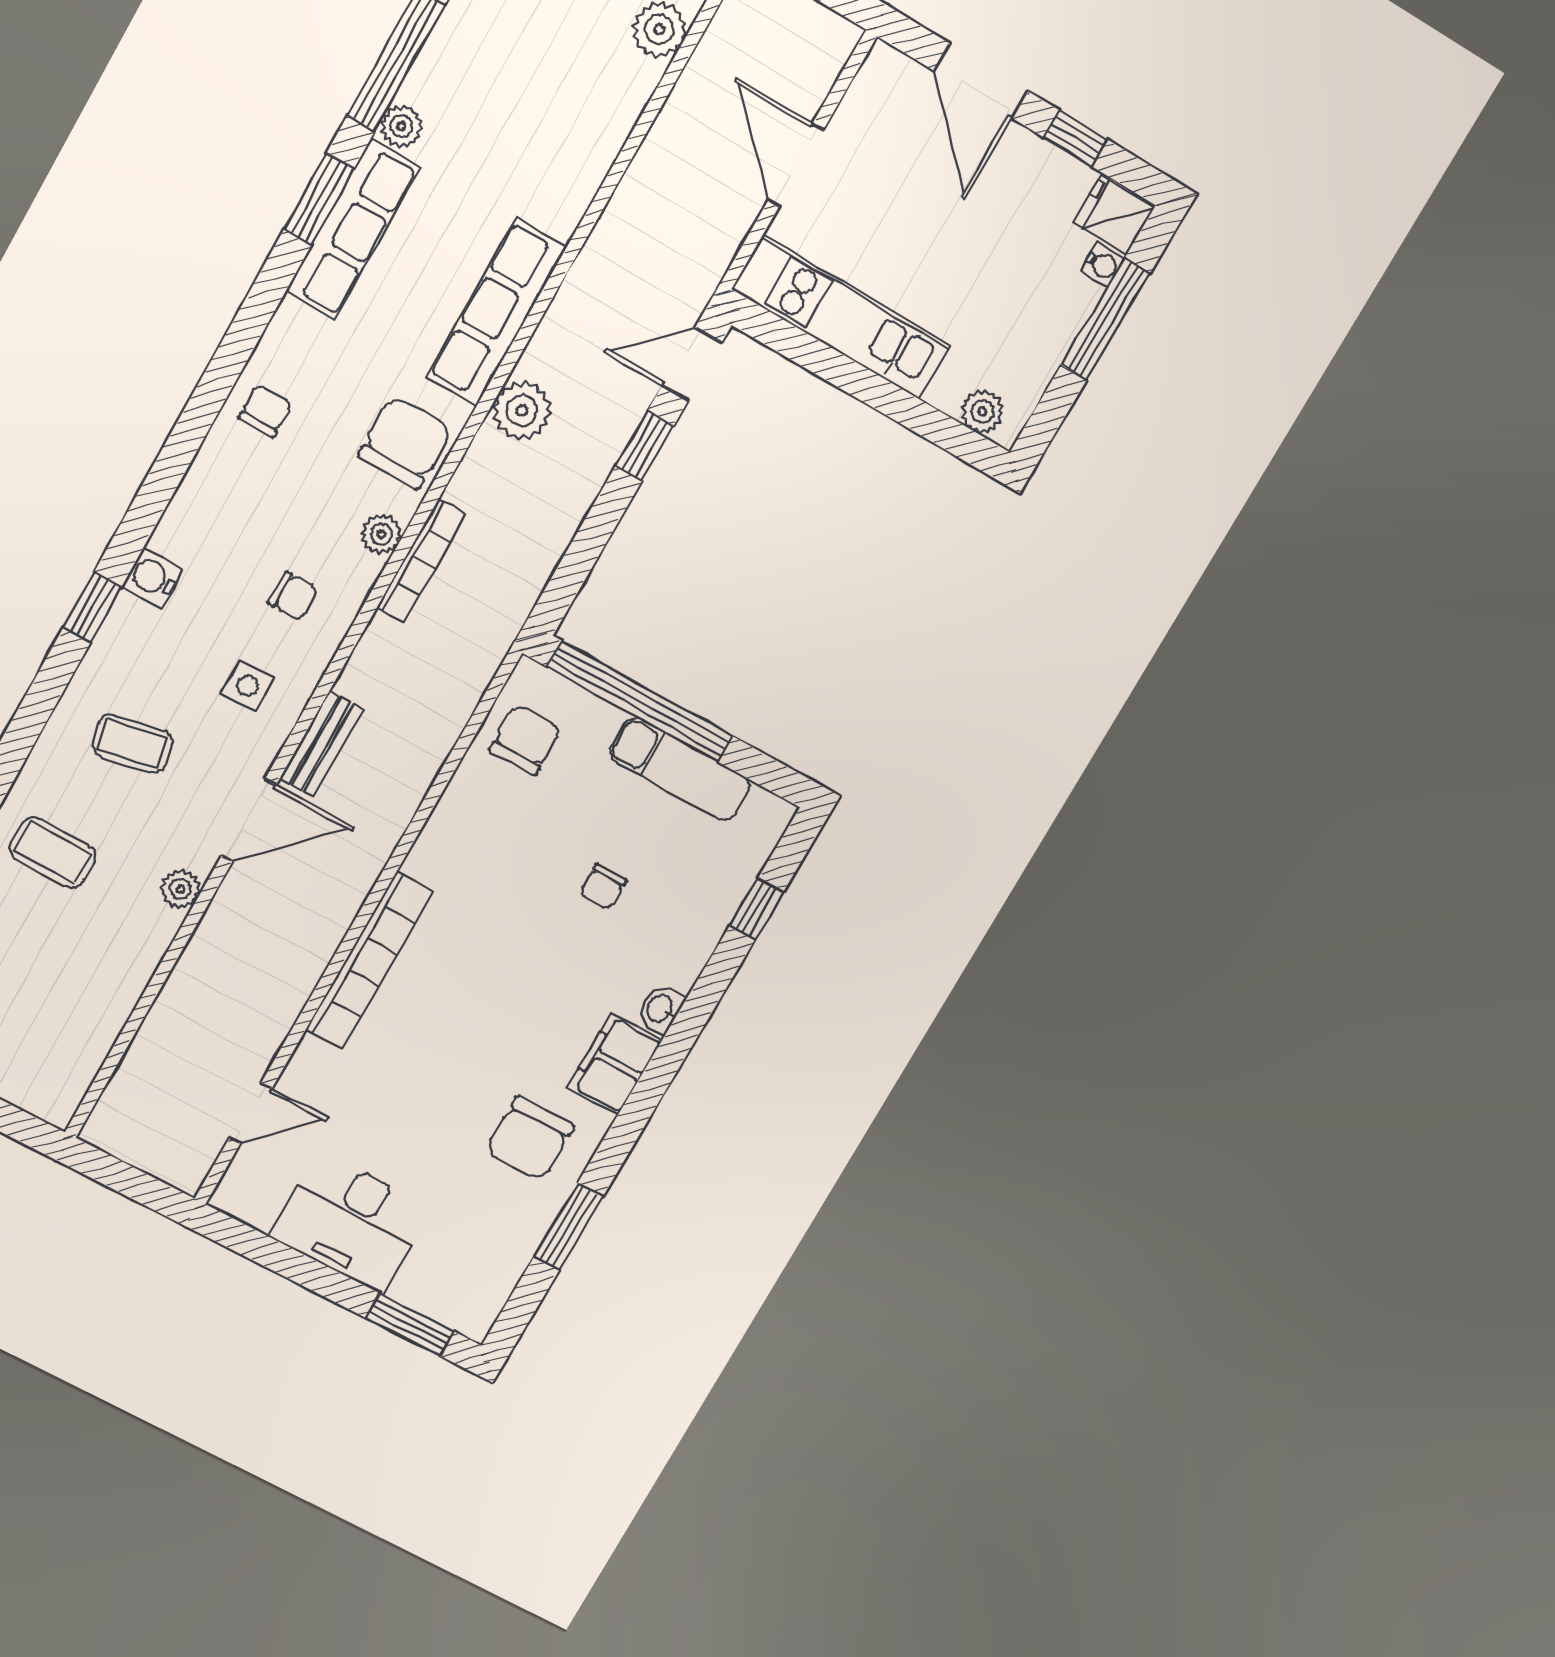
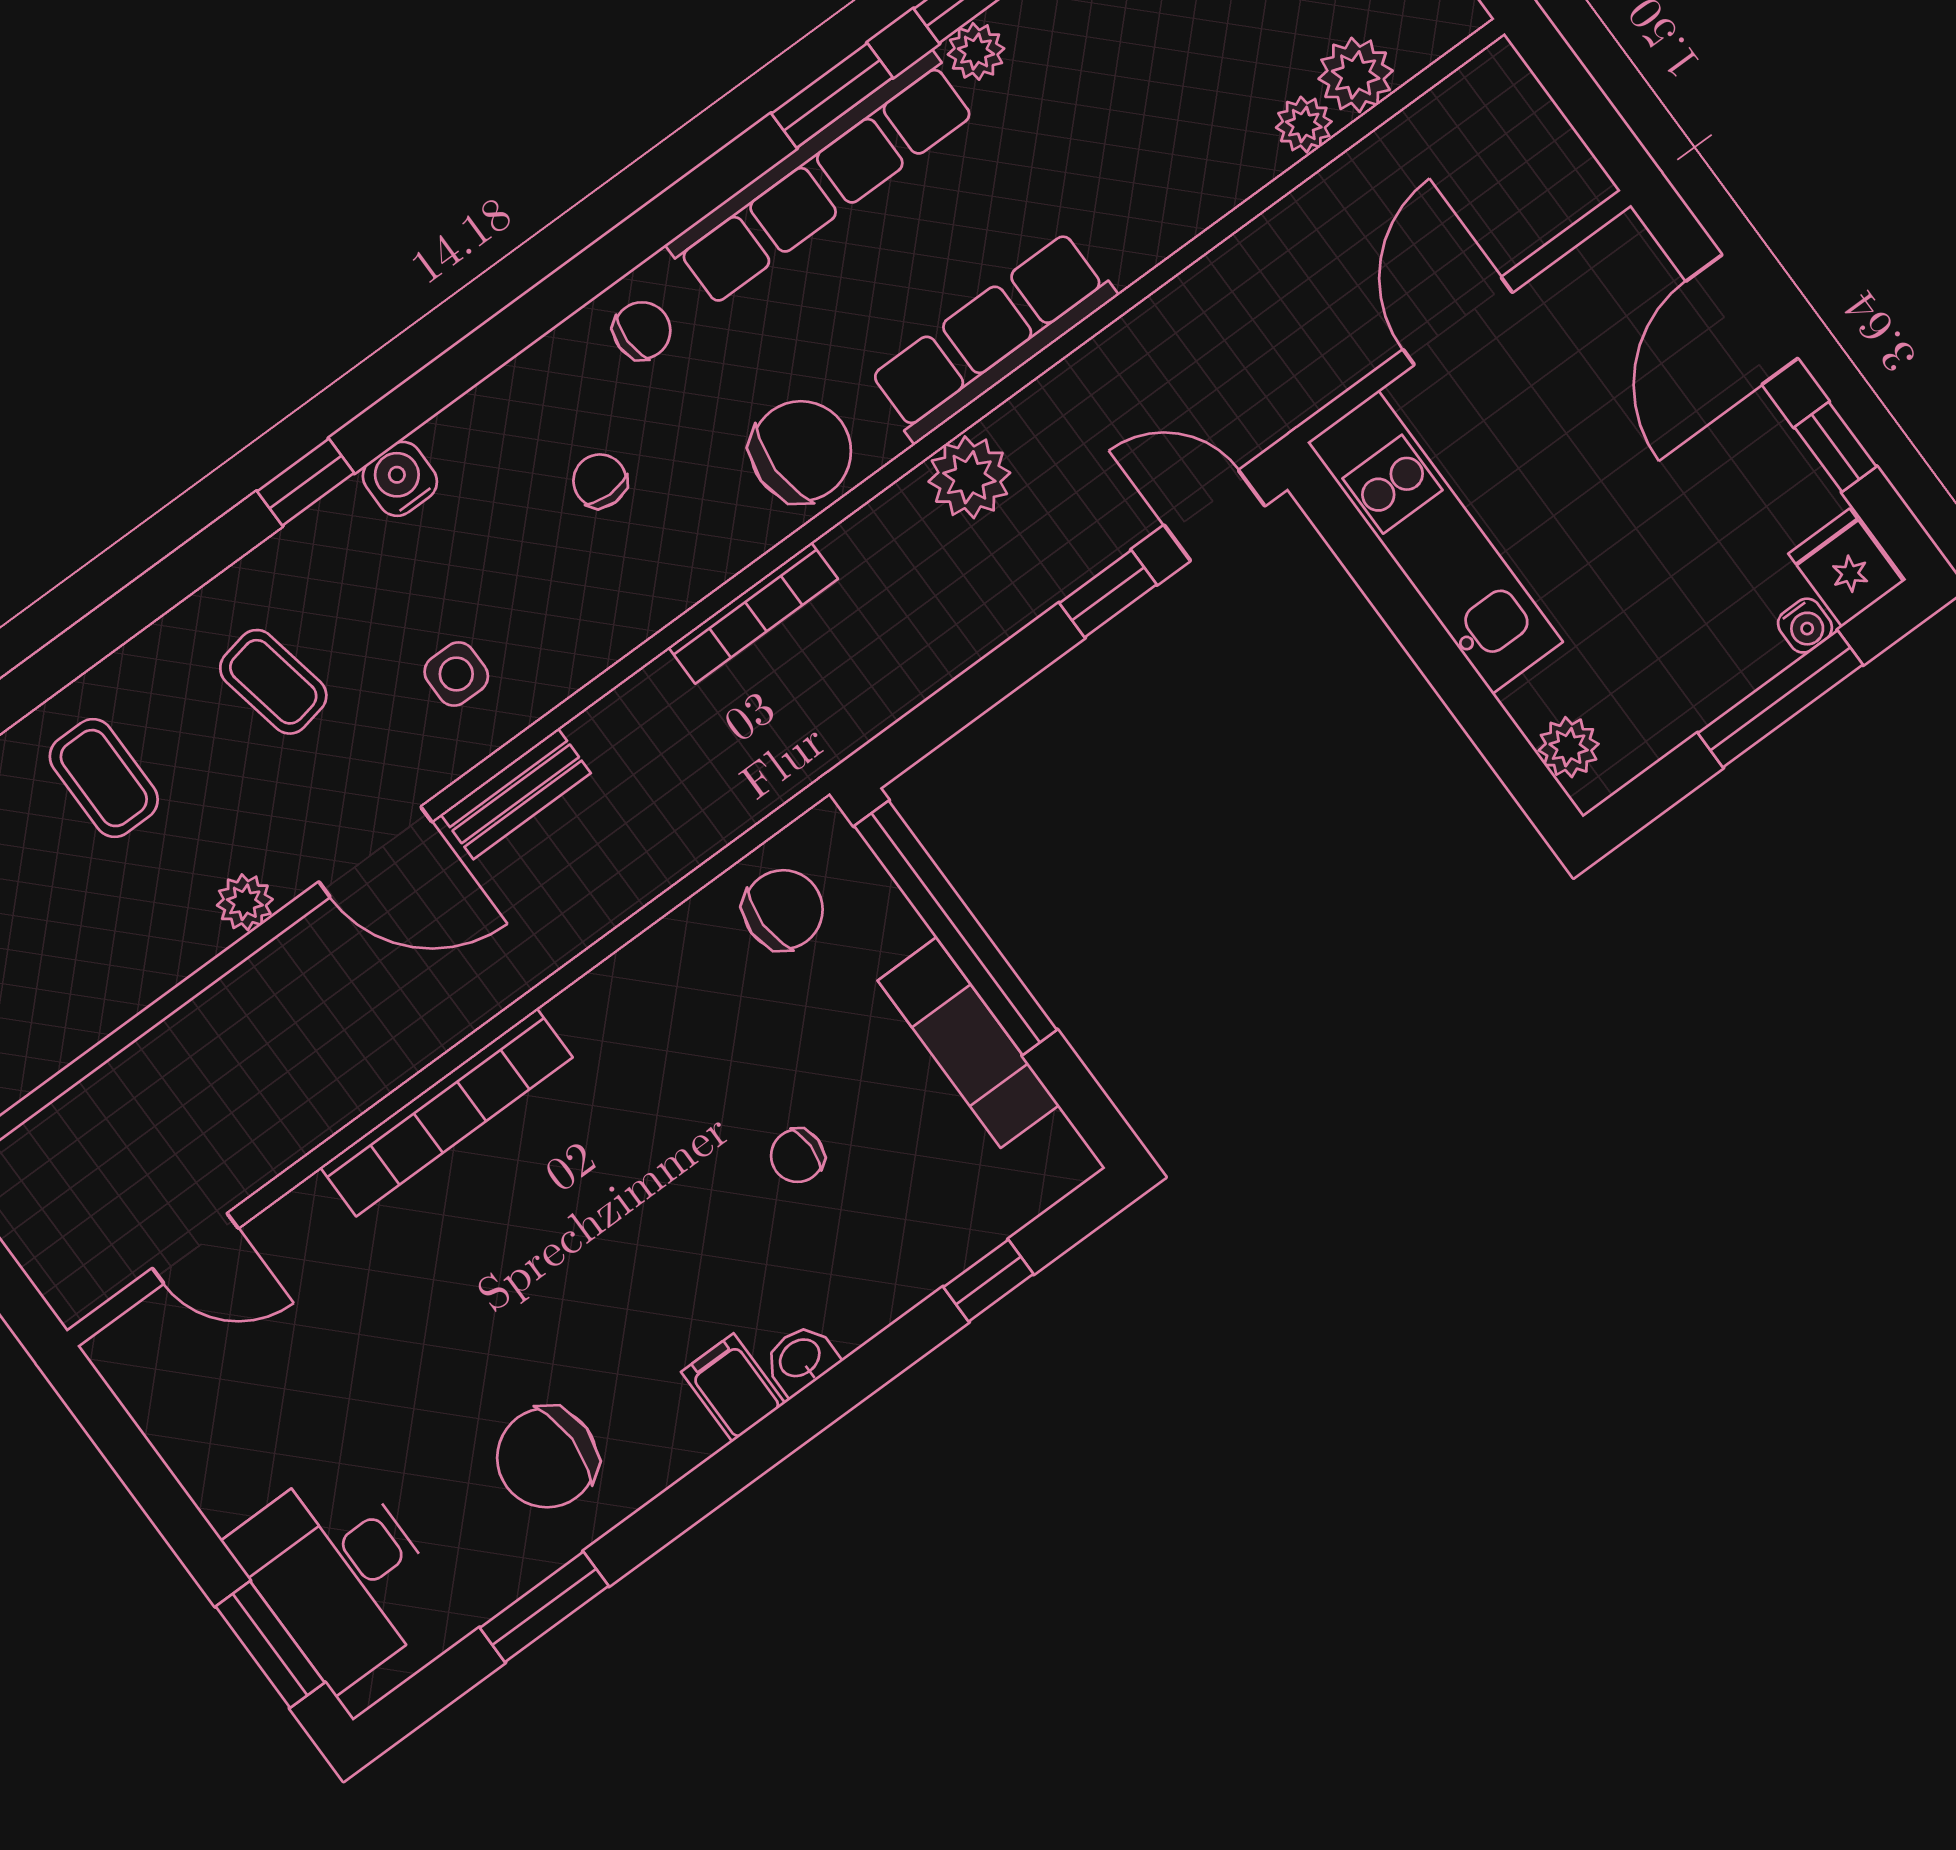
row of seats: (353, 229) -> (821, 178), width x1.36
plant: (381, 534) -> (1304, 125), moved
chair: (293, 596) -> (600, 481), moved, turned 180
filing cabinet: (615, 1064) -> (733, 1388), width x0.50
desk: (351, 1222) -> (339, 1574), moved

